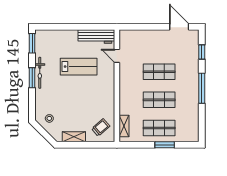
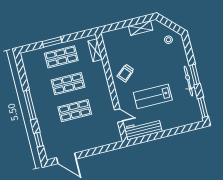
trolley: (101, 127) -> (126, 73), moved

